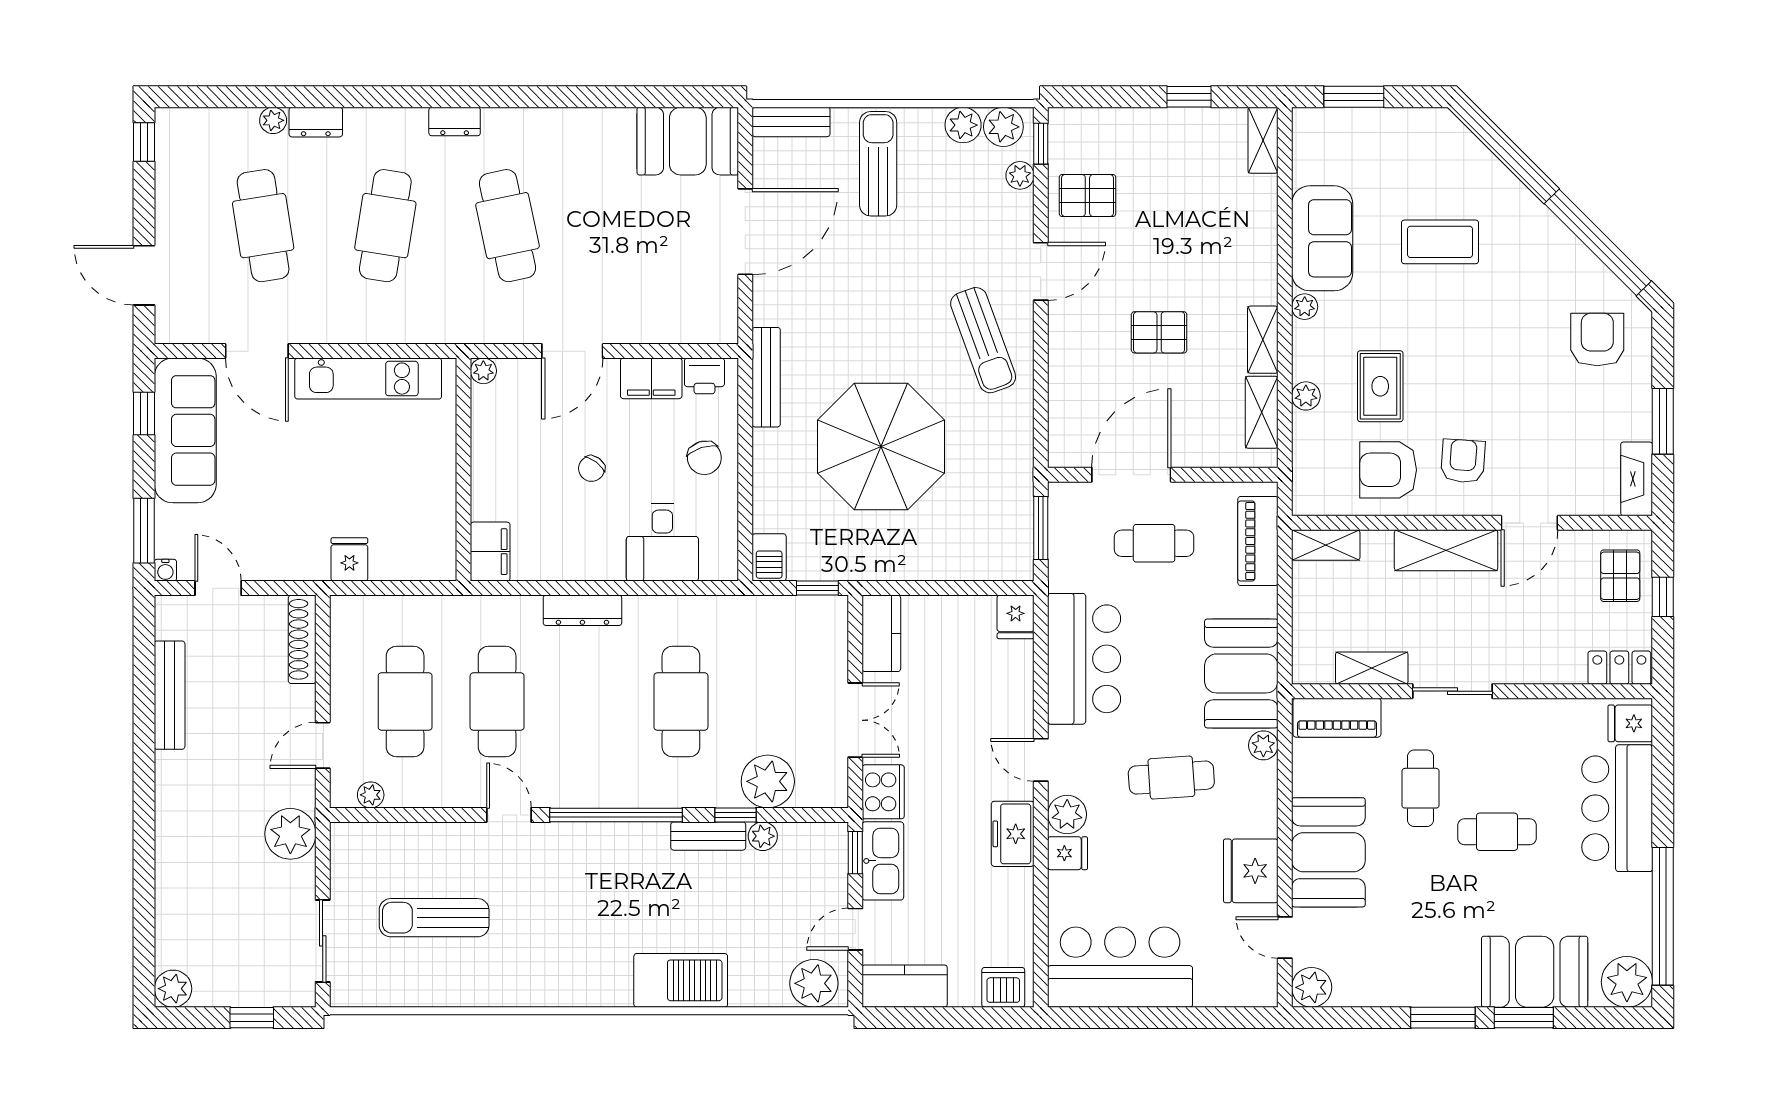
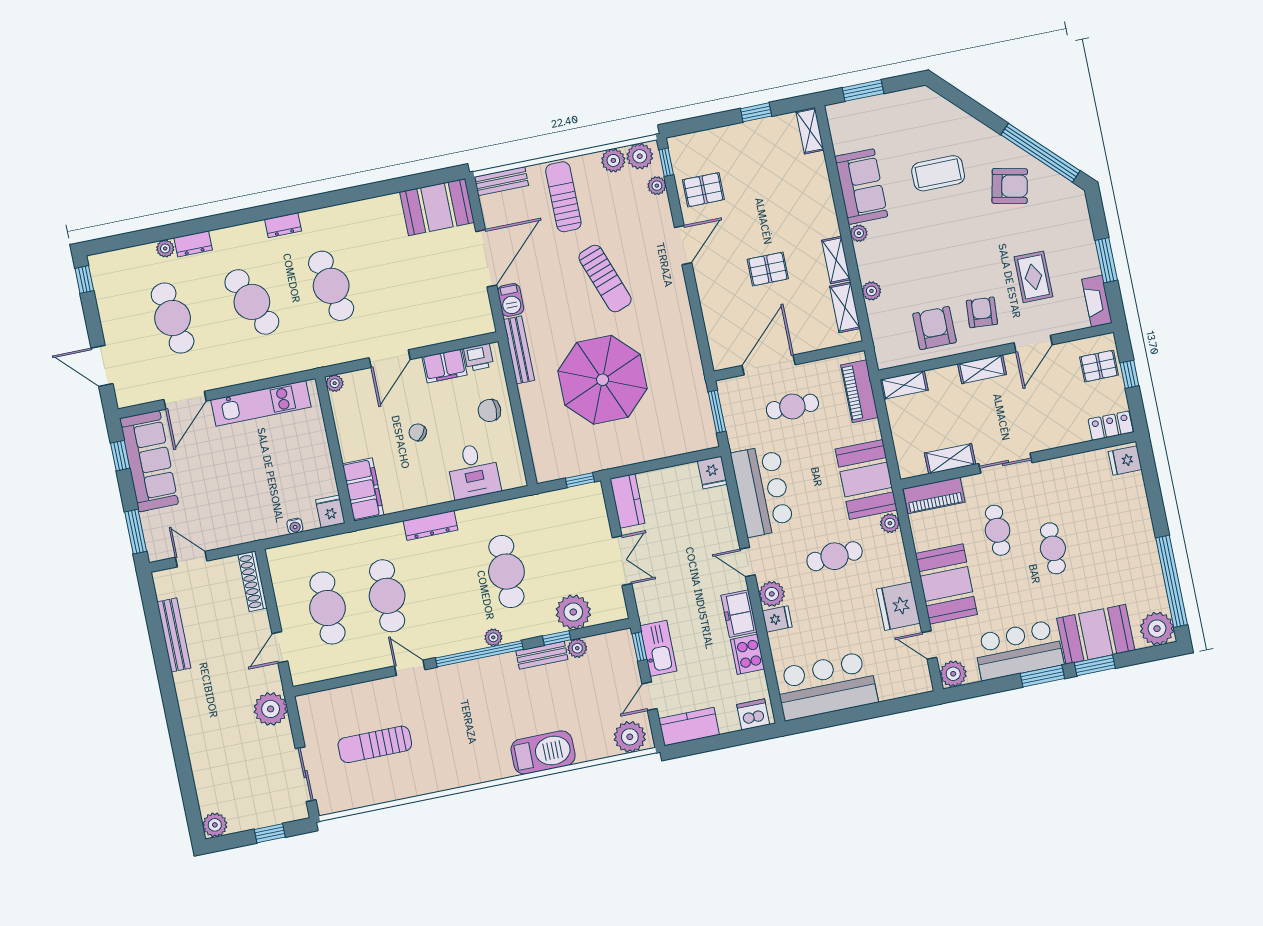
cafe table: (385, 226) -> (252, 302), turned -33
sun lounger: (983, 340) -> (605, 279), moved
armchair: (1597, 340) -> (1010, 186), moved, turned 102
door: (257, 351) -> (185, 400), hinge flipped
rug: (1380, 386) -> (1033, 277), moved
chair: (704, 458) -> (489, 410), turned 108
chair: (592, 469) -> (418, 432), turned 90
armchair: (1388, 470) -> (935, 328), turned 90
shelving: (1446, 550) -> (982, 369), width x0.67, depth x0.75
filing cabinet: (490, 552) -> (363, 489), width x1.50, depth x1.17
barbecue: (769, 557) -> (511, 300), moved
fridge: (349, 559) -> (330, 511), moved
water cooler: (165, 570) -> (295, 526), moved
pallet: (1620, 576) -> (1099, 366), turned 90
cooker: (883, 792) -> (747, 654), moved, turned 180
plant: (371, 795) -> (493, 637), moved
bar counter: (1617, 808) -> (1018, 650), moved, turned 90
cafe table: (1497, 832) -> (1053, 548), turned 90

